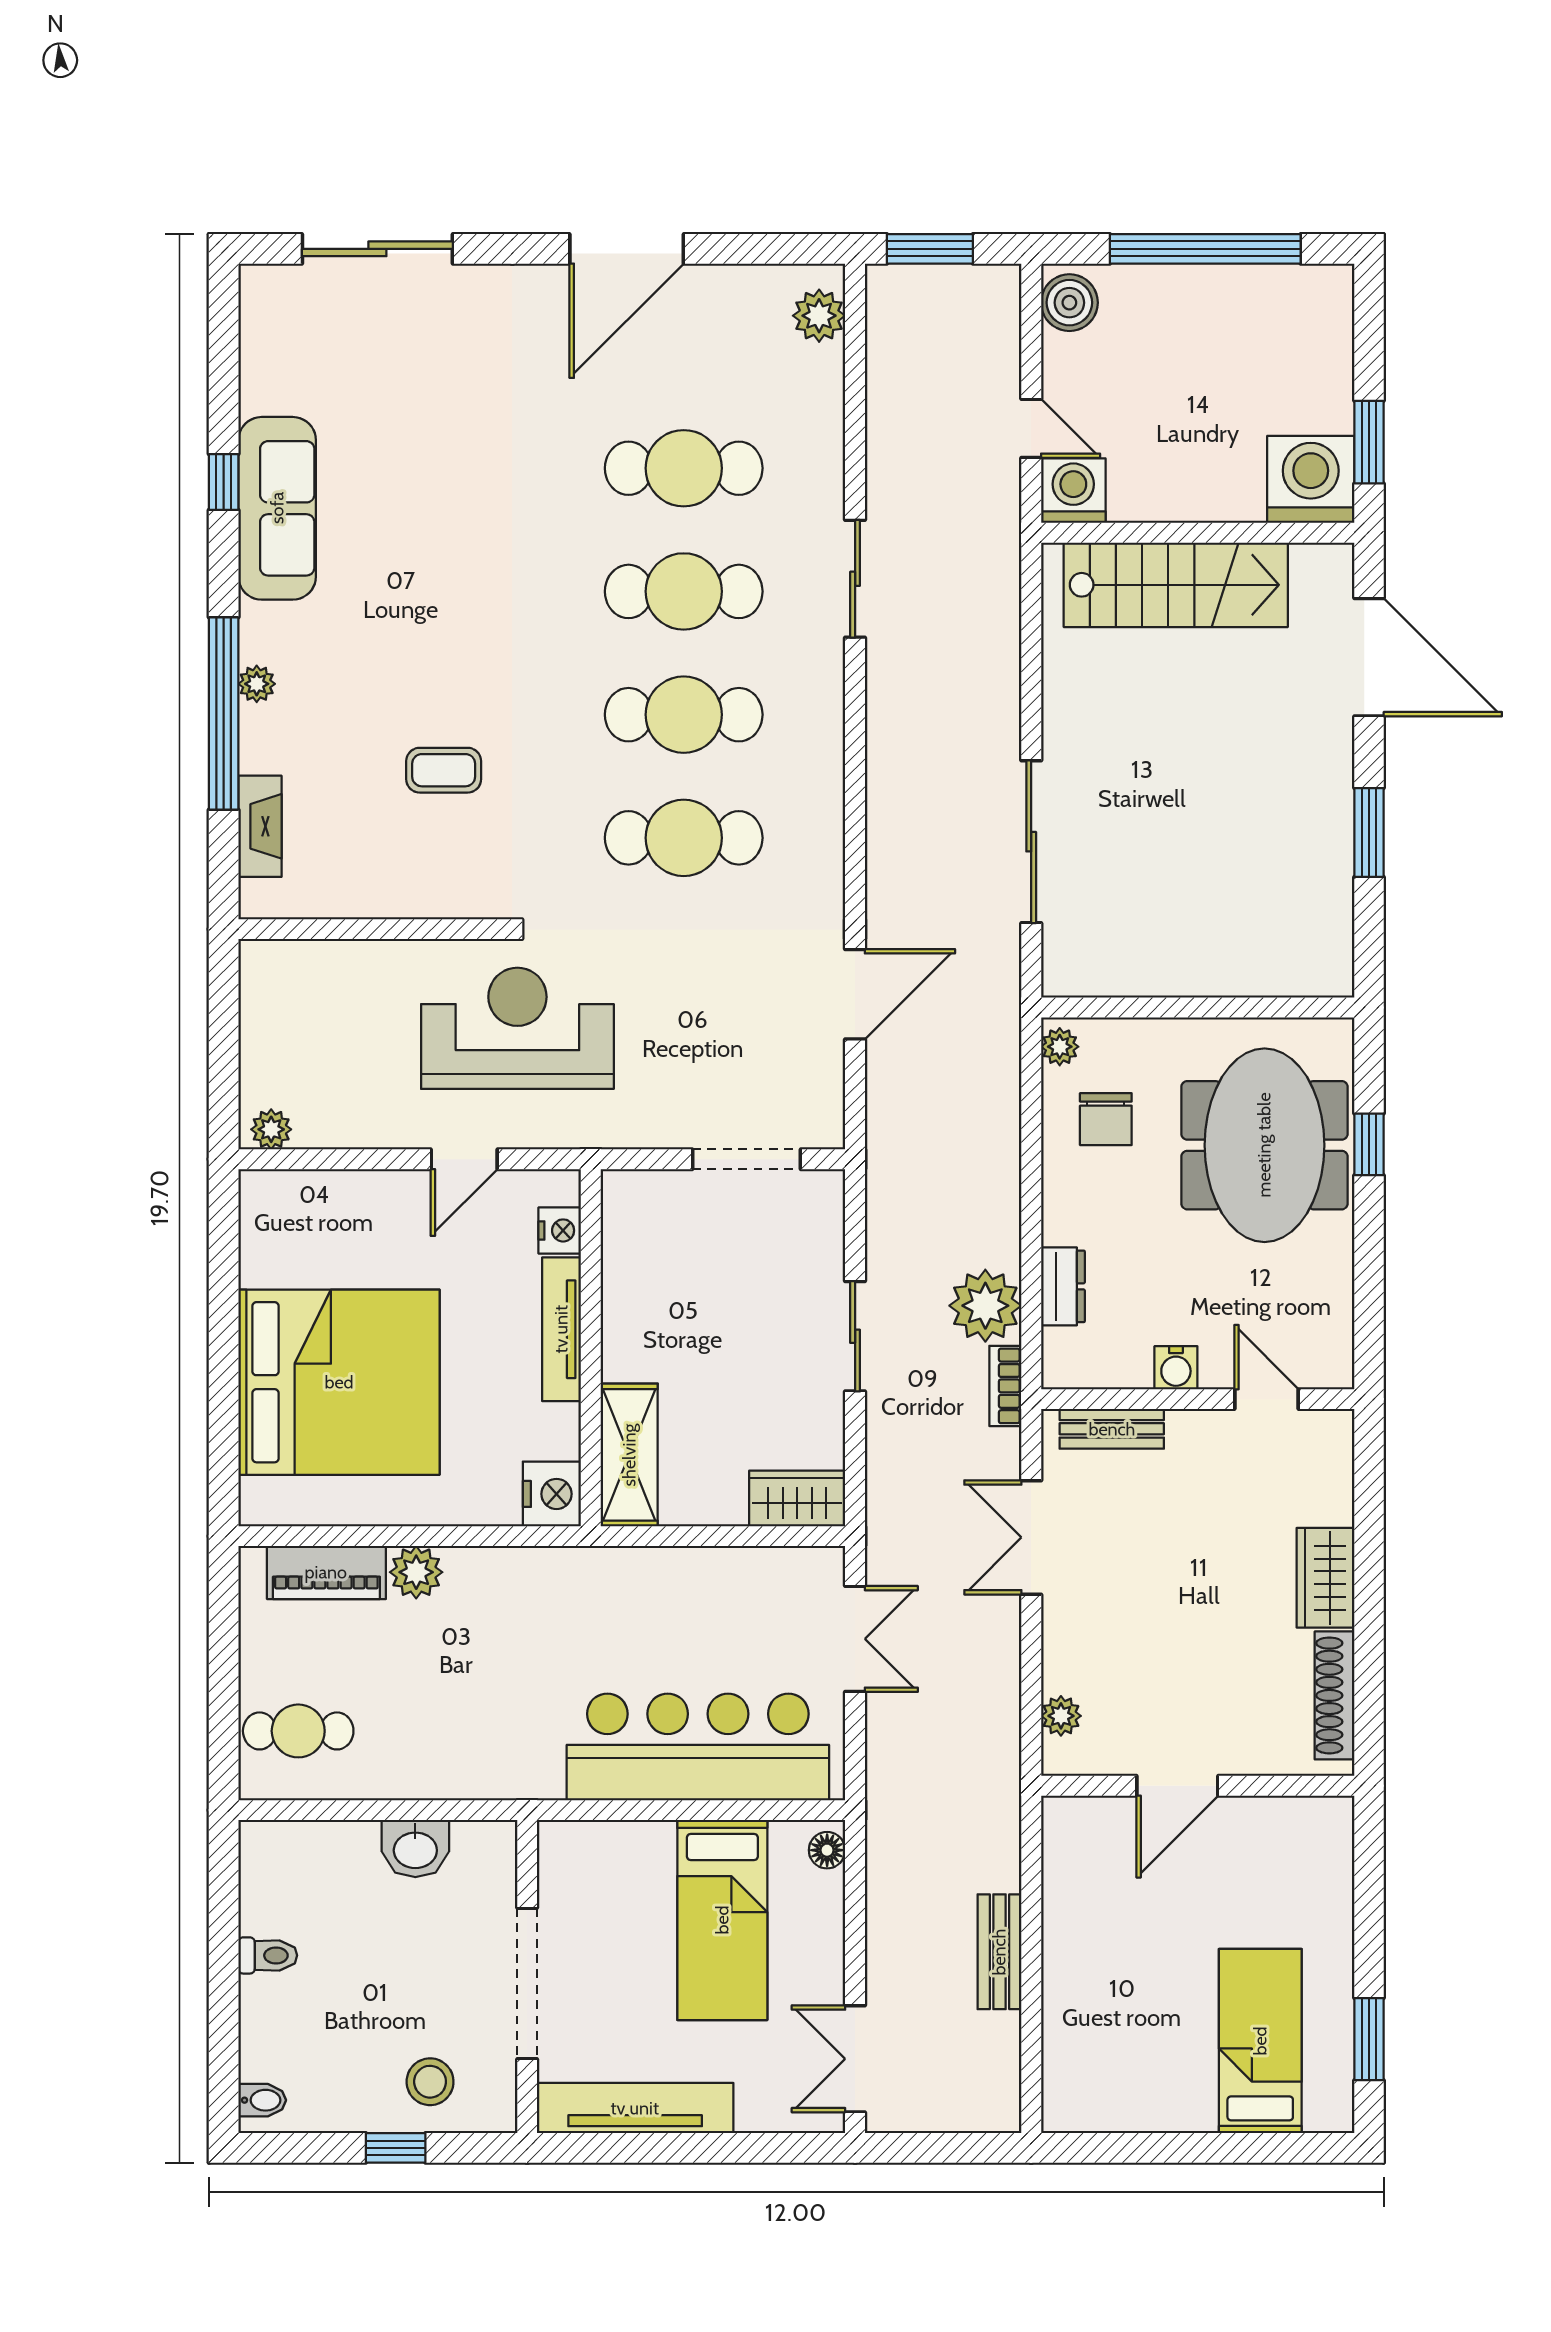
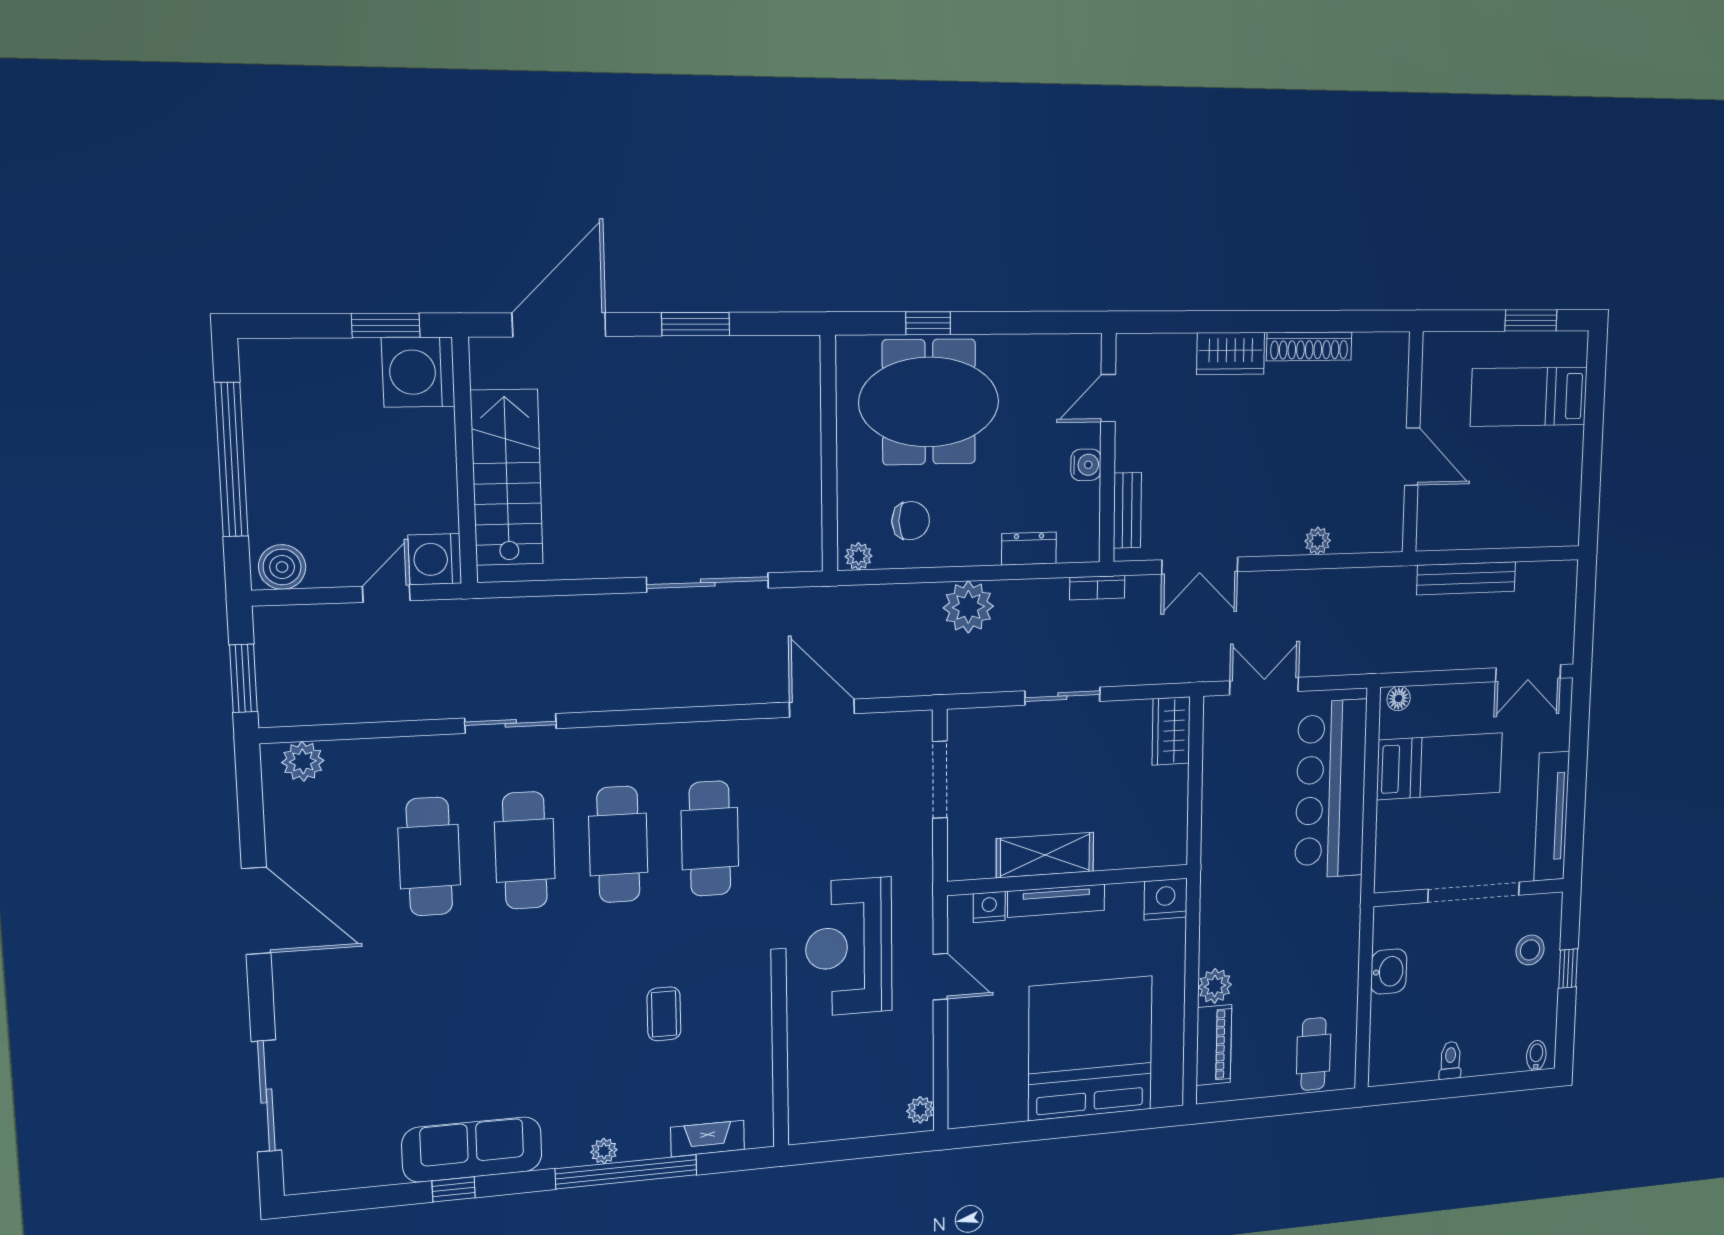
plant: (985, 1306) -> (968, 607), moved
shelving: (629, 1455) -> (1045, 855), moved
door: (1177, 1786) -> (1412, 457), moved
wall: (1198, 1786) -> (1413, 442), moved
bench: (999, 1952) -> (1466, 578), width x1.36

